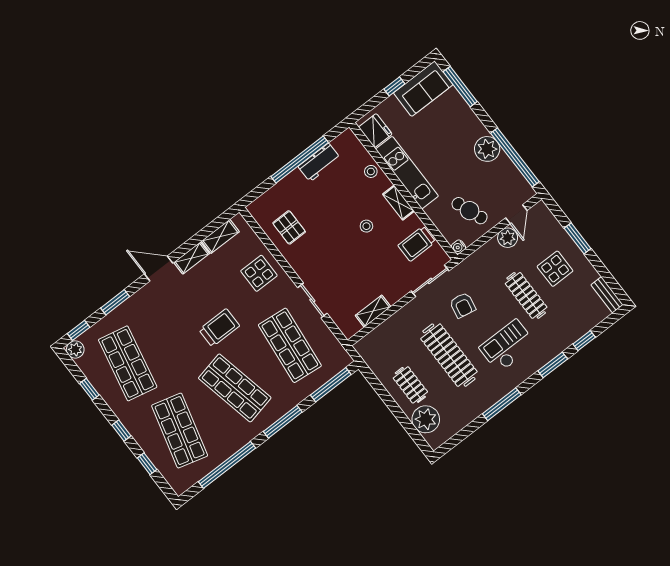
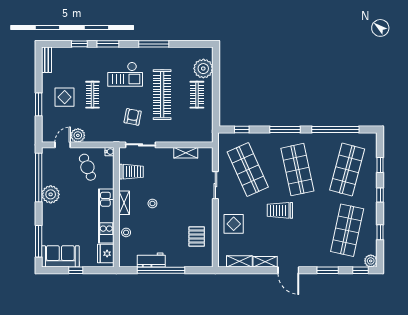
clothes rail: (526, 295) -> (93, 95), width x0.73
shop shelf: (290, 345) -> (248, 170), turned -30
window: (331, 385) -> (242, 130), width x0.46

